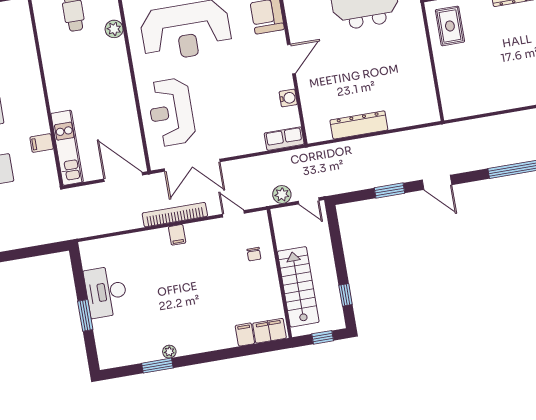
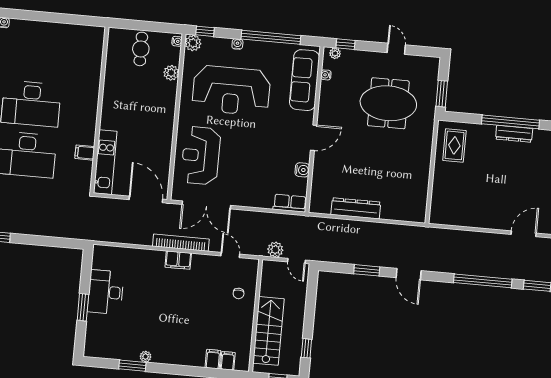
filing cabinet: (177, 235) -> (178, 260), width x2.00
filing cabinet: (269, 331) -> (228, 361), width x0.50

